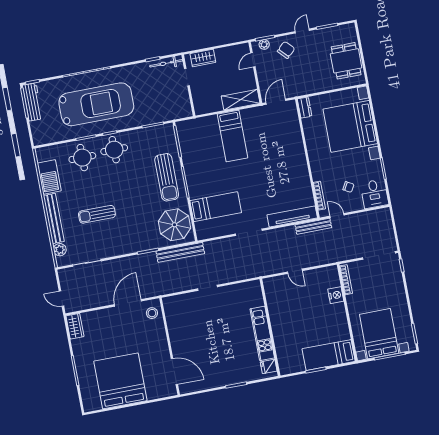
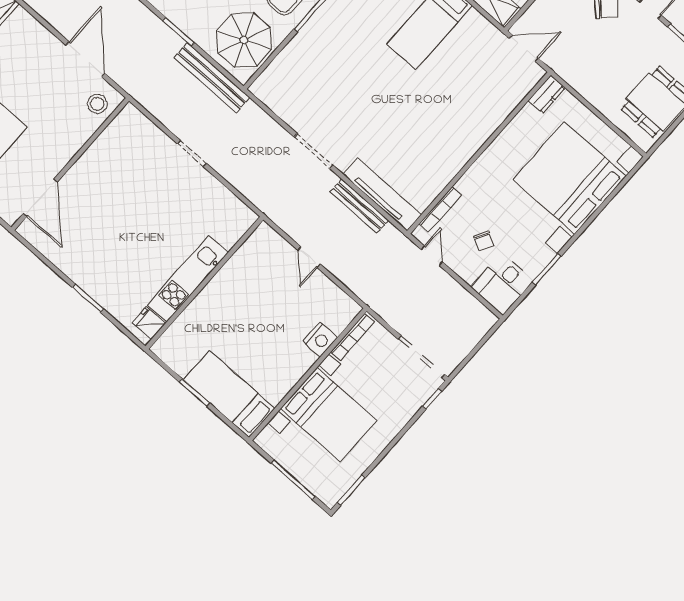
bed: (216, 207) -> (313, 78), removed
bench: (313, 226) -> (359, 206), moved
door: (128, 303) -> (85, 59), hinge flipped
bed with nightstands: (379, 334) -> (329, 415), moved, turned 90

